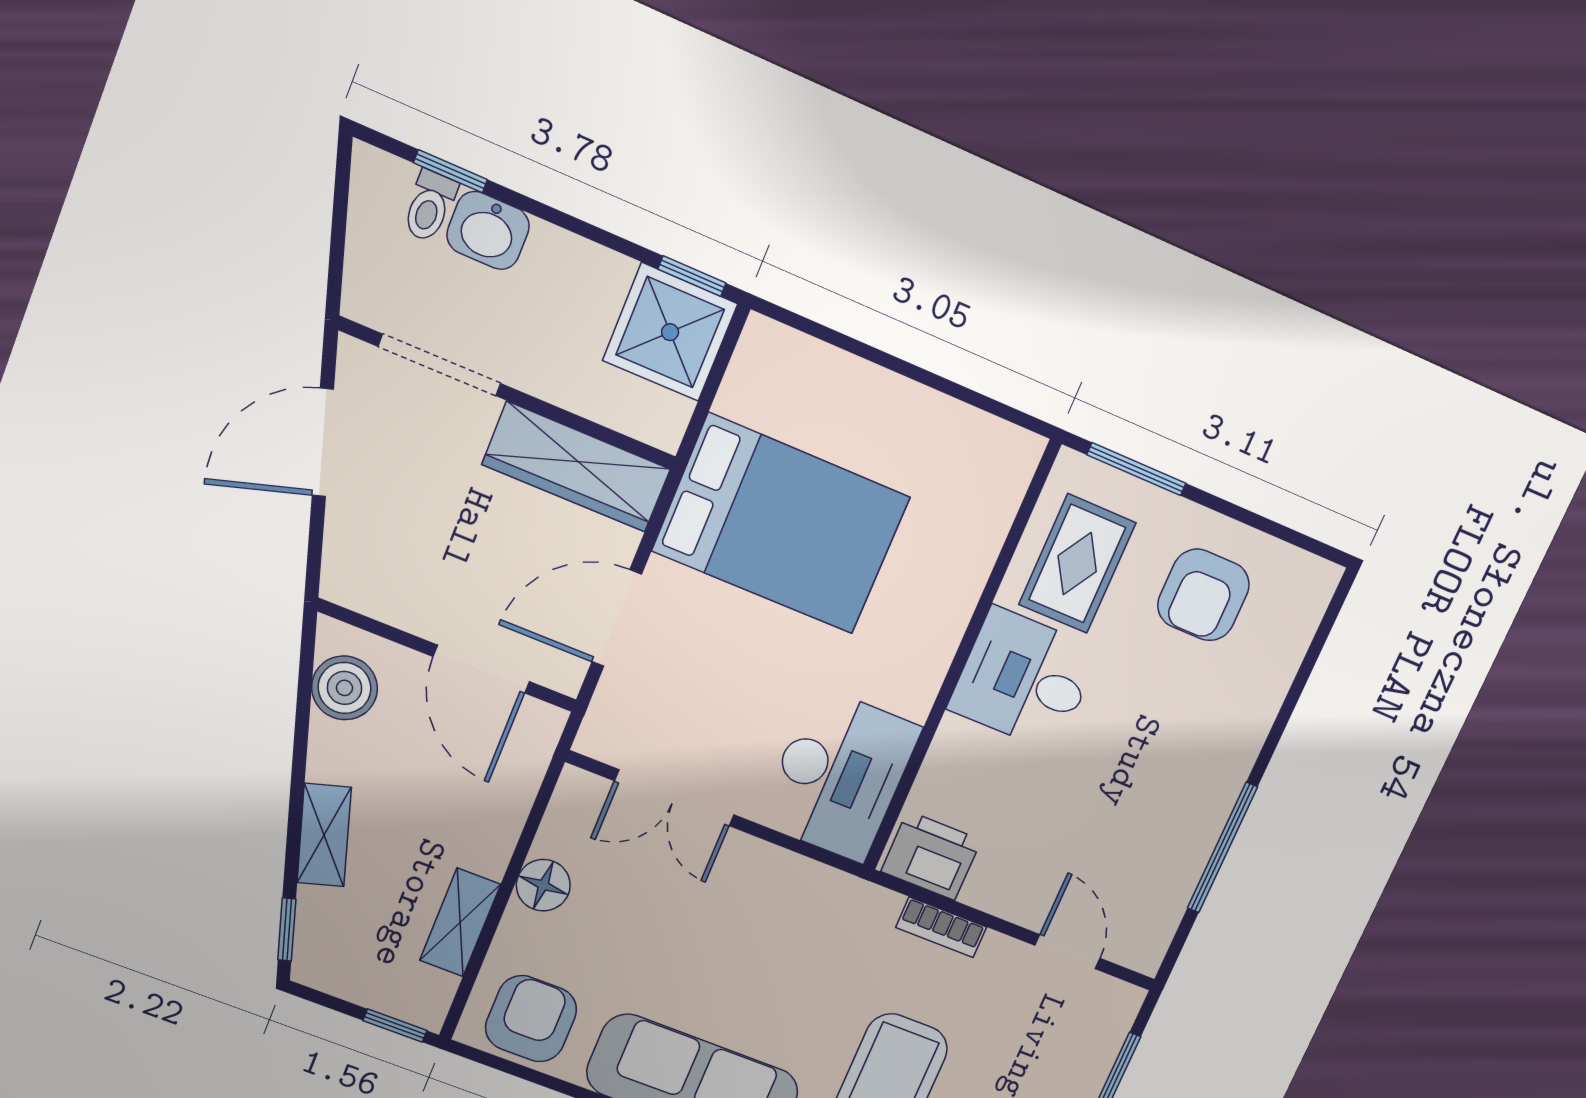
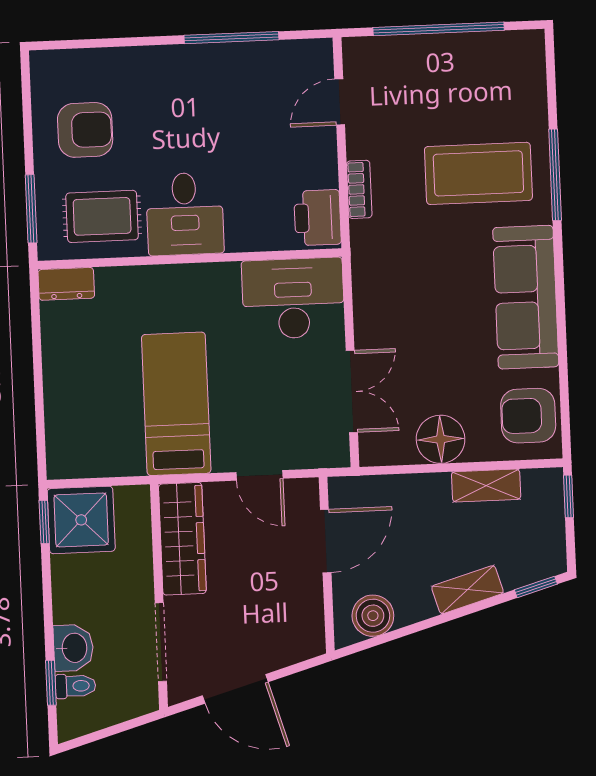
dresser: (1011, 470) -> (66, 284), added
bed: (781, 524) -> (176, 404), width x0.67
door: (617, 618) -> (259, 475), width x0.73
floor lamp: (543, 885) -> (441, 439), width x1.38, depth x1.38

